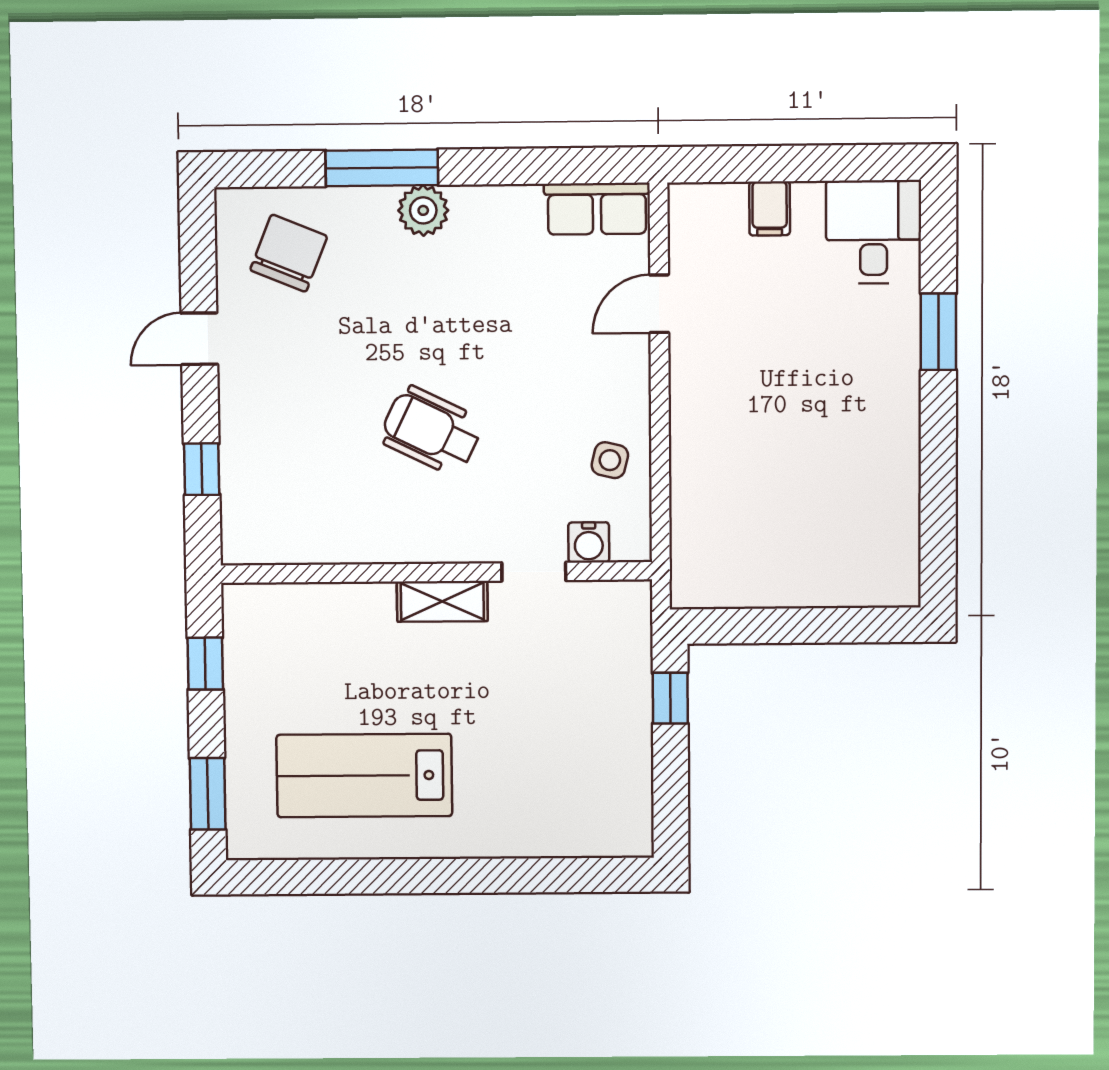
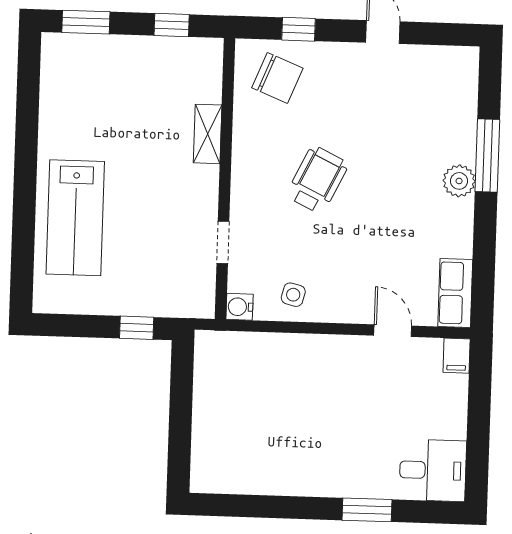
filing cabinet: (770, 208) -> (457, 356), moved, turned -90
chair: (289, 253) -> (277, 78), moved
water cooler: (589, 542) -> (239, 307), moved
shelving: (442, 601) -> (208, 134), moved
lab bench: (364, 775) -> (75, 218), moved, turned 180

